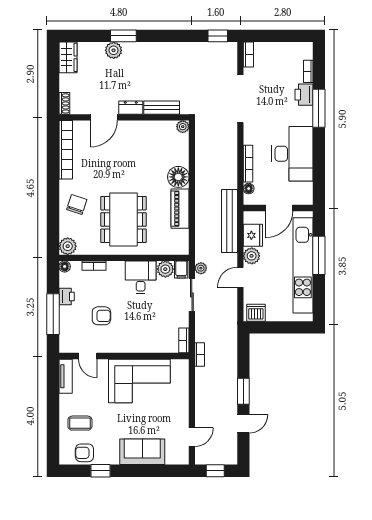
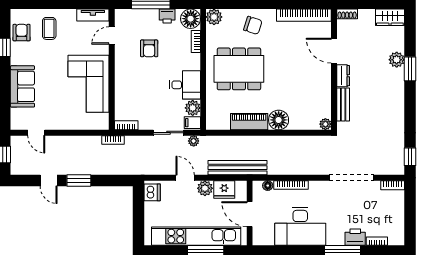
floor lamp: (65, 266) -> (191, 19), width x1.89, depth x1.89

